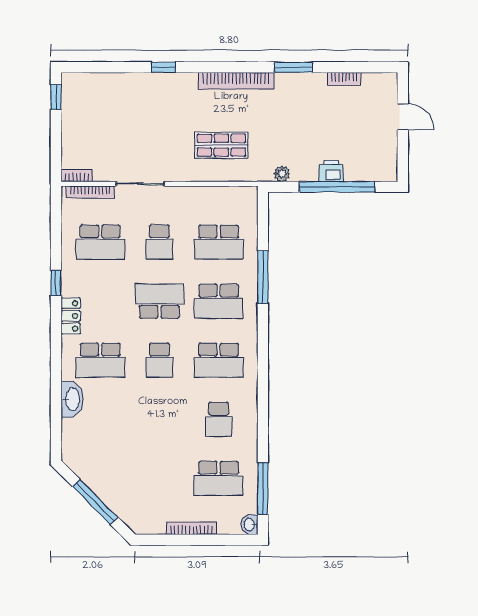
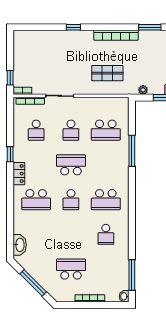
window: (56, 97) -> (10, 78), moved
school desk: (100, 242) -> (36, 130), width x0.54
school desk: (219, 301) -> (106, 165), removed
washbasin: (72, 399) -> (20, 245), moved
school desk: (219, 478) -> (71, 269), moved, turned 180

